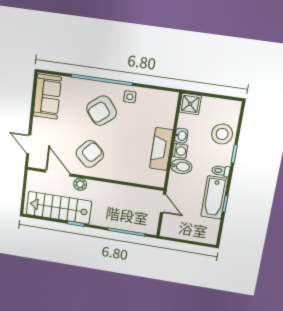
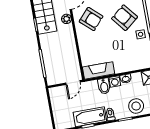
fireplace: (161, 149) -> (99, 70), moved

